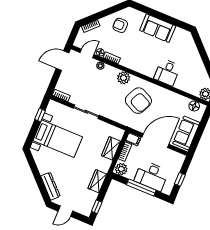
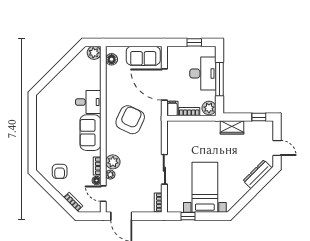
sofa: (158, 28) -> (90, 133), moved, turned 180
plant: (124, 78) -> (113, 162), moved
wardrobe: (111, 148) -> (192, 128), removed

